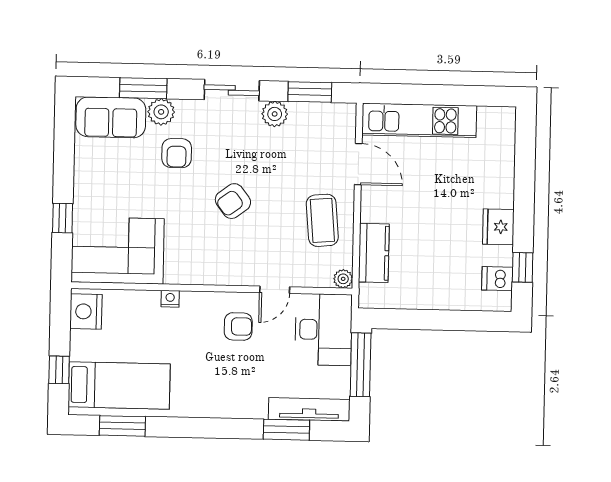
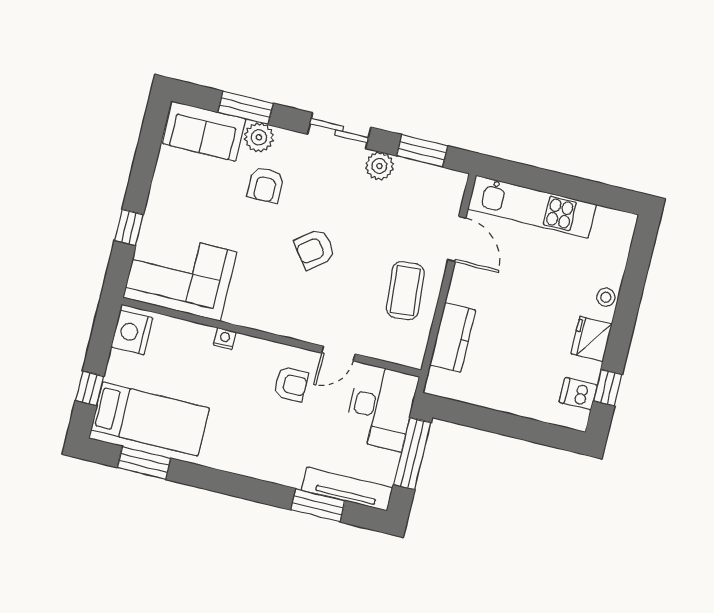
stool: (503, 187) -> (606, 297), added
plant: (343, 279) -> (414, 358), removed

